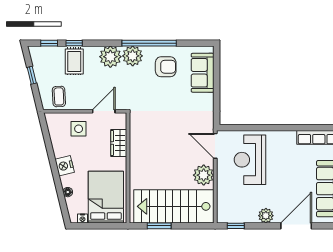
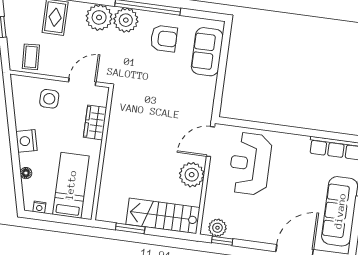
door: (215, 146) -> (210, 142), hinge flipped
bed: (106, 197) -> (71, 185), width x0.67
stairs: (174, 206) -> (163, 216), width x0.73, depth x0.66
plant: (266, 216) -> (217, 228), moved

